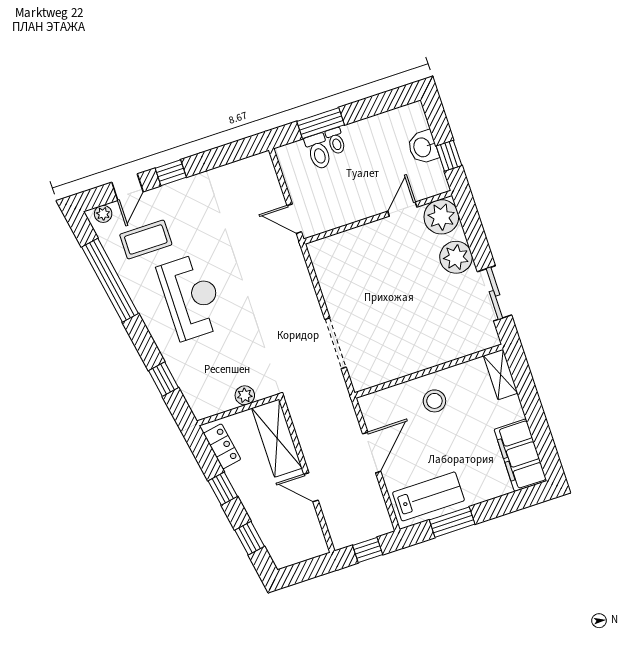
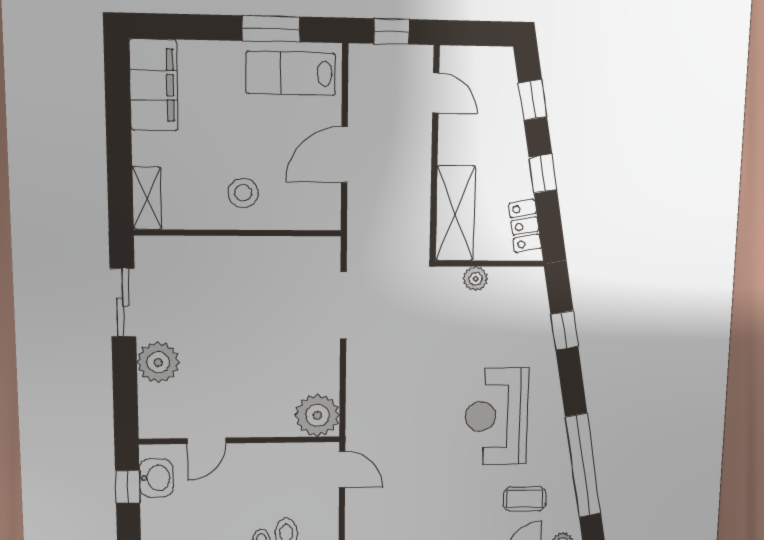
washbasin: (423, 147) -> (156, 478), moved
plant: (441, 217) -> (317, 415), moved
coffee table: (146, 239) -> (525, 499), width x0.73, depth x0.77
door: (311, 487) -> (436, 93), moved

